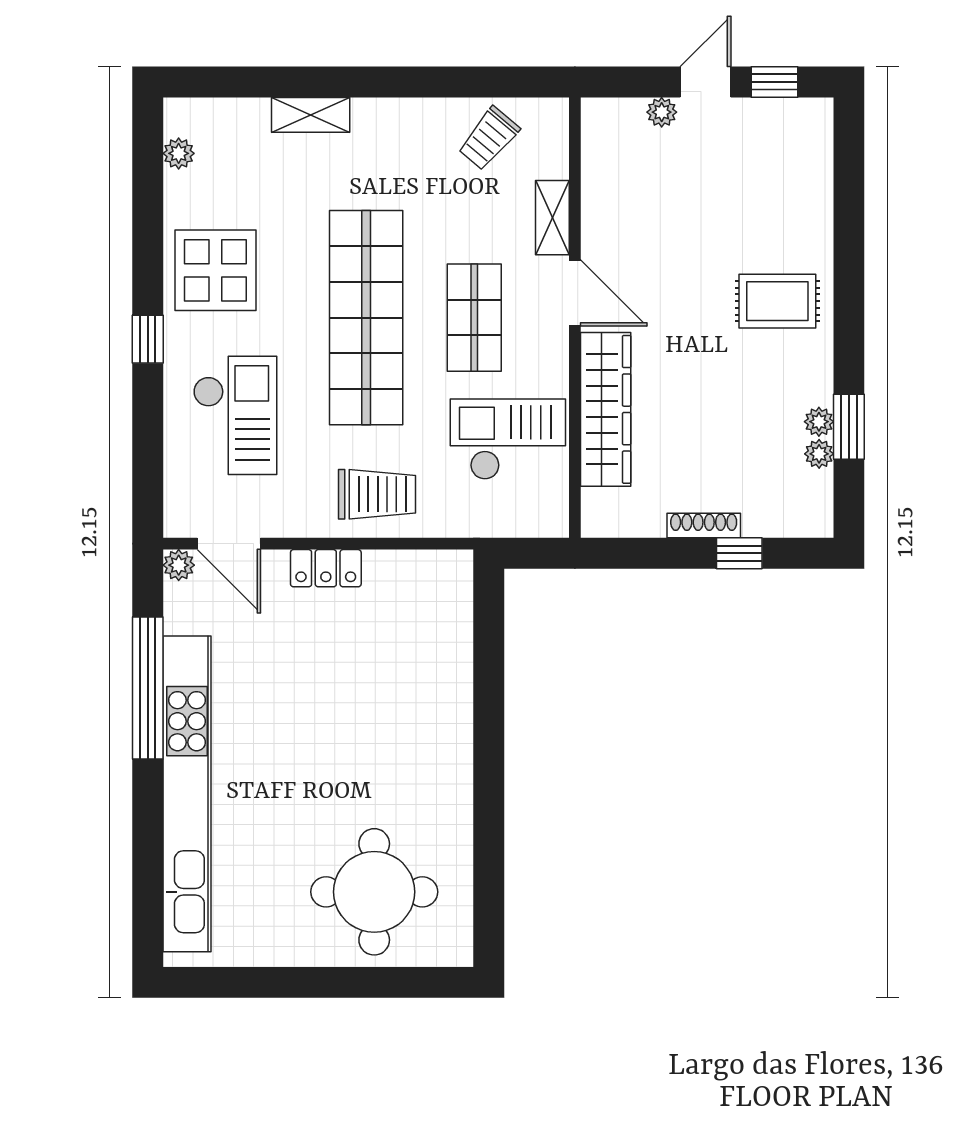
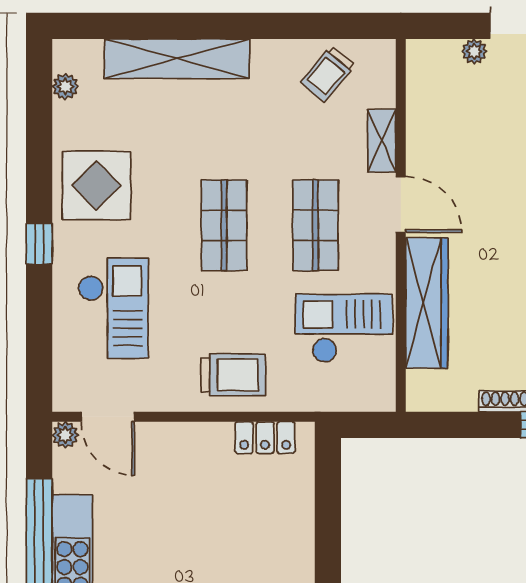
shelving: (311, 115) -> (177, 59), width x2.20, depth x1.33
shop shelf: (366, 318) -> (224, 225), width x0.50, depth x0.74
locker: (326, 568) -> (265, 437), moved

